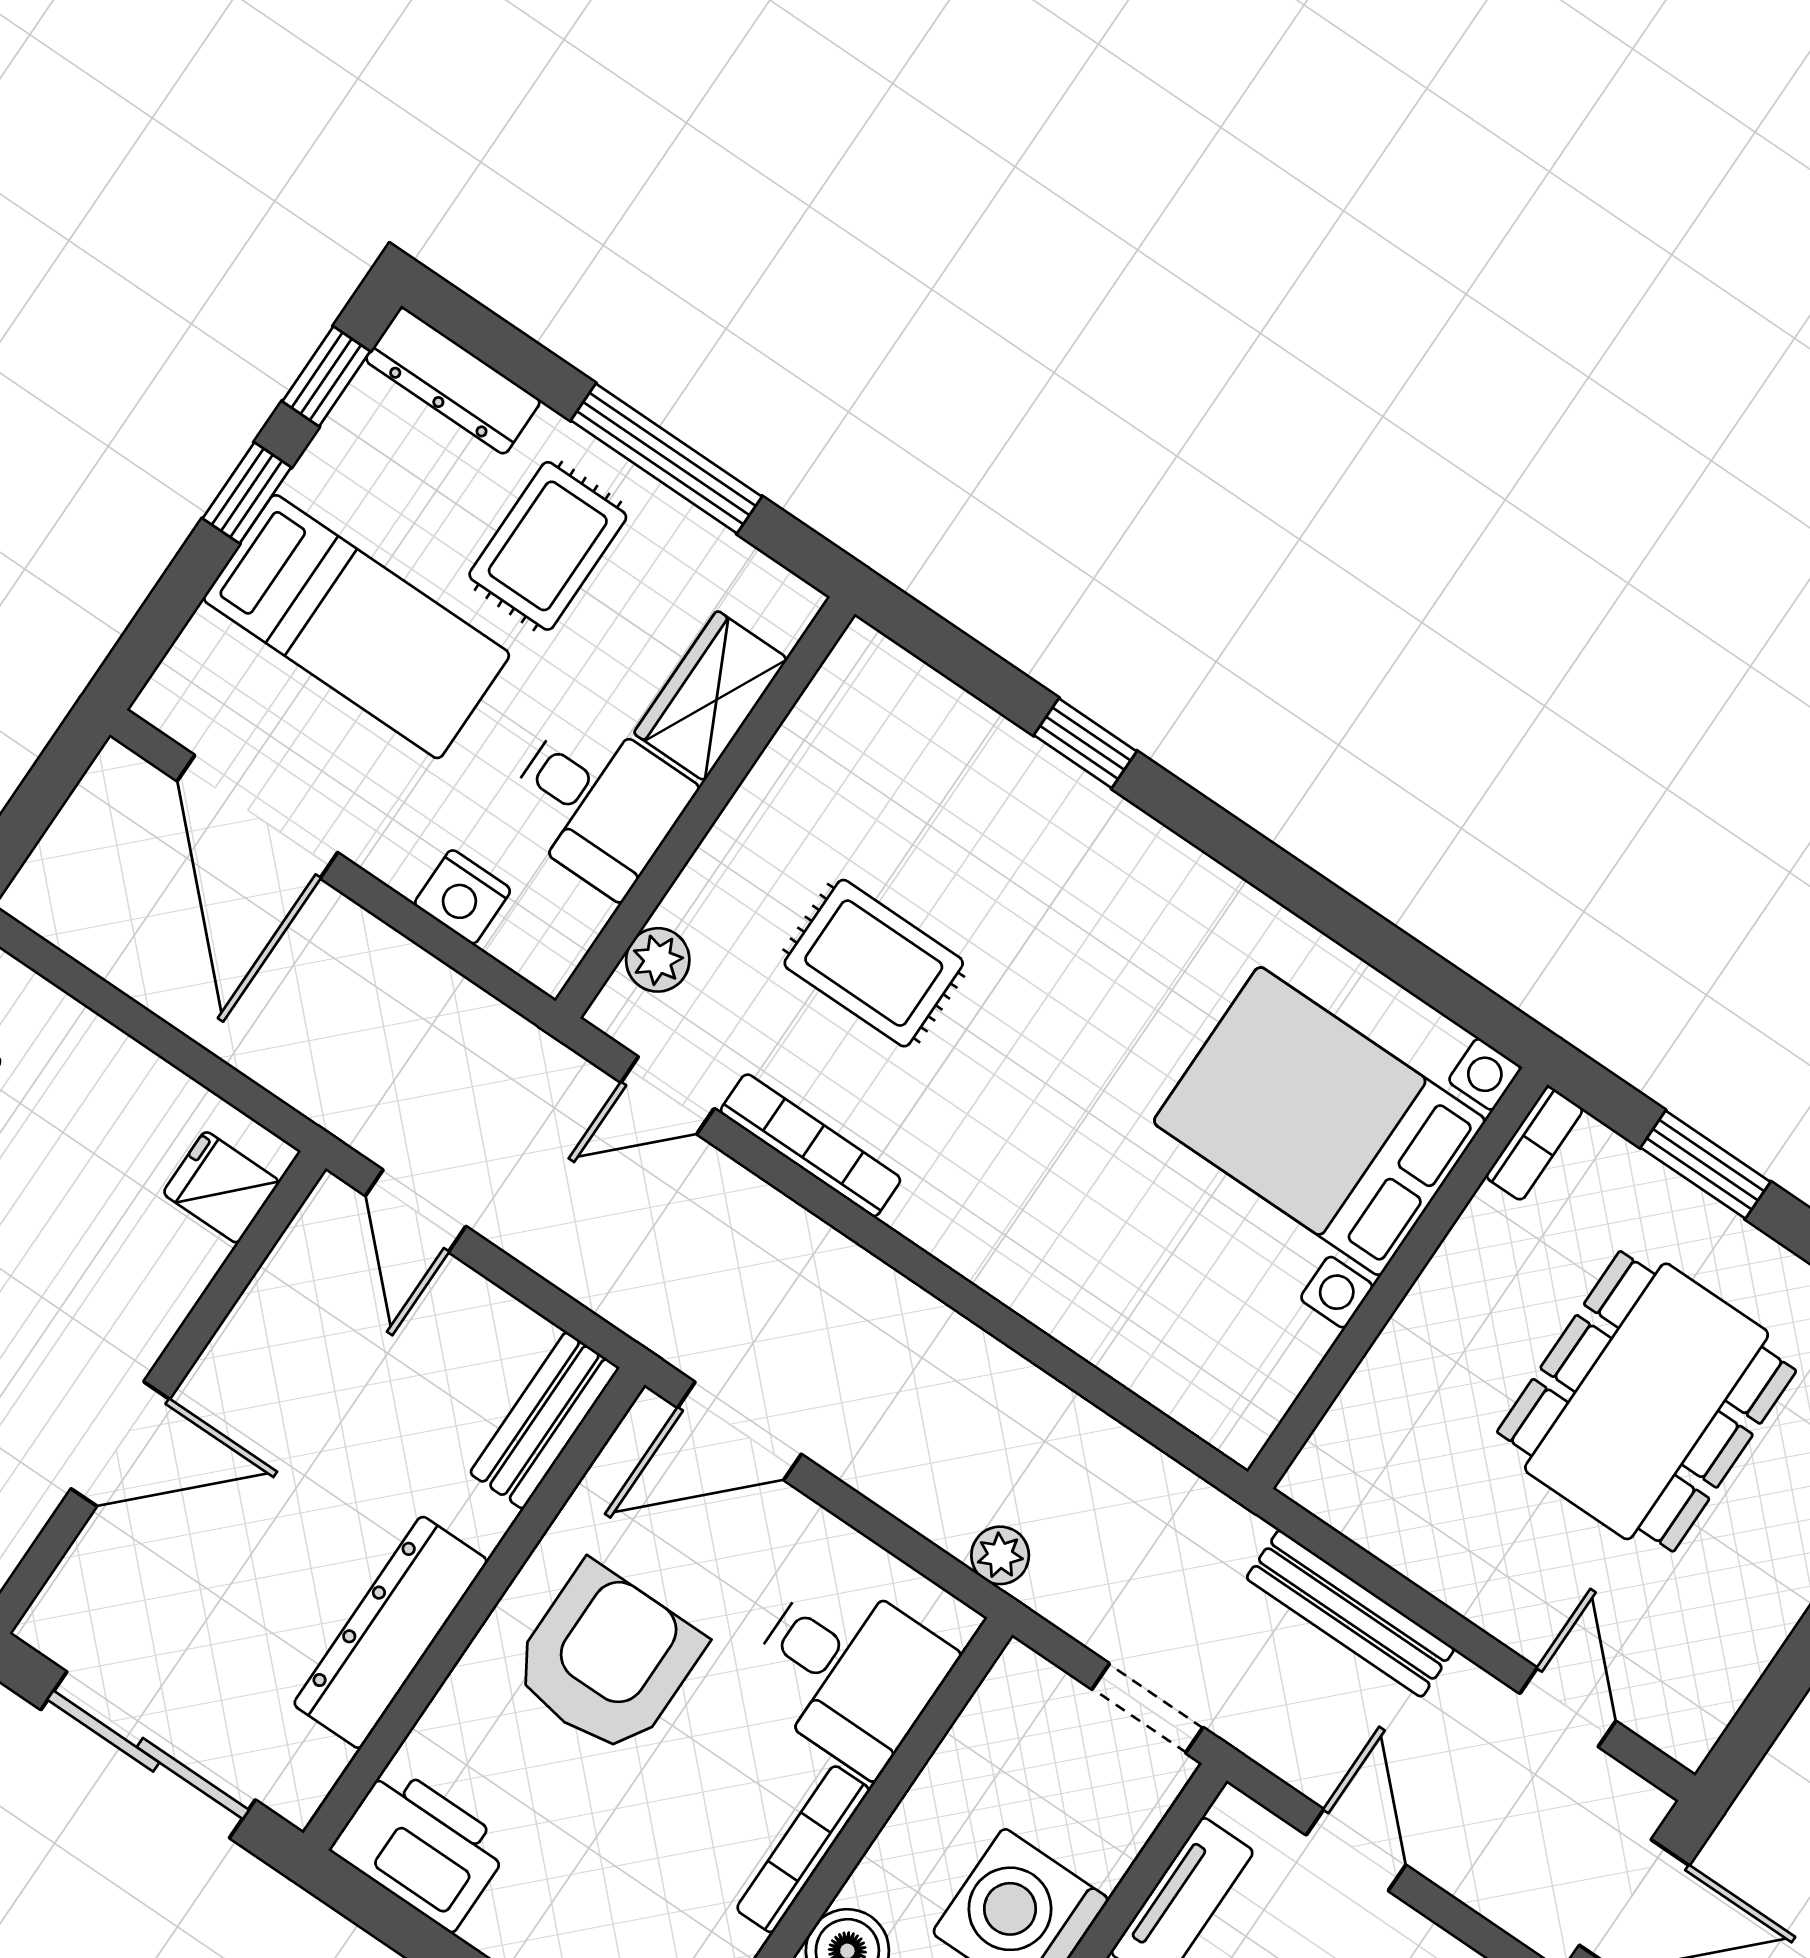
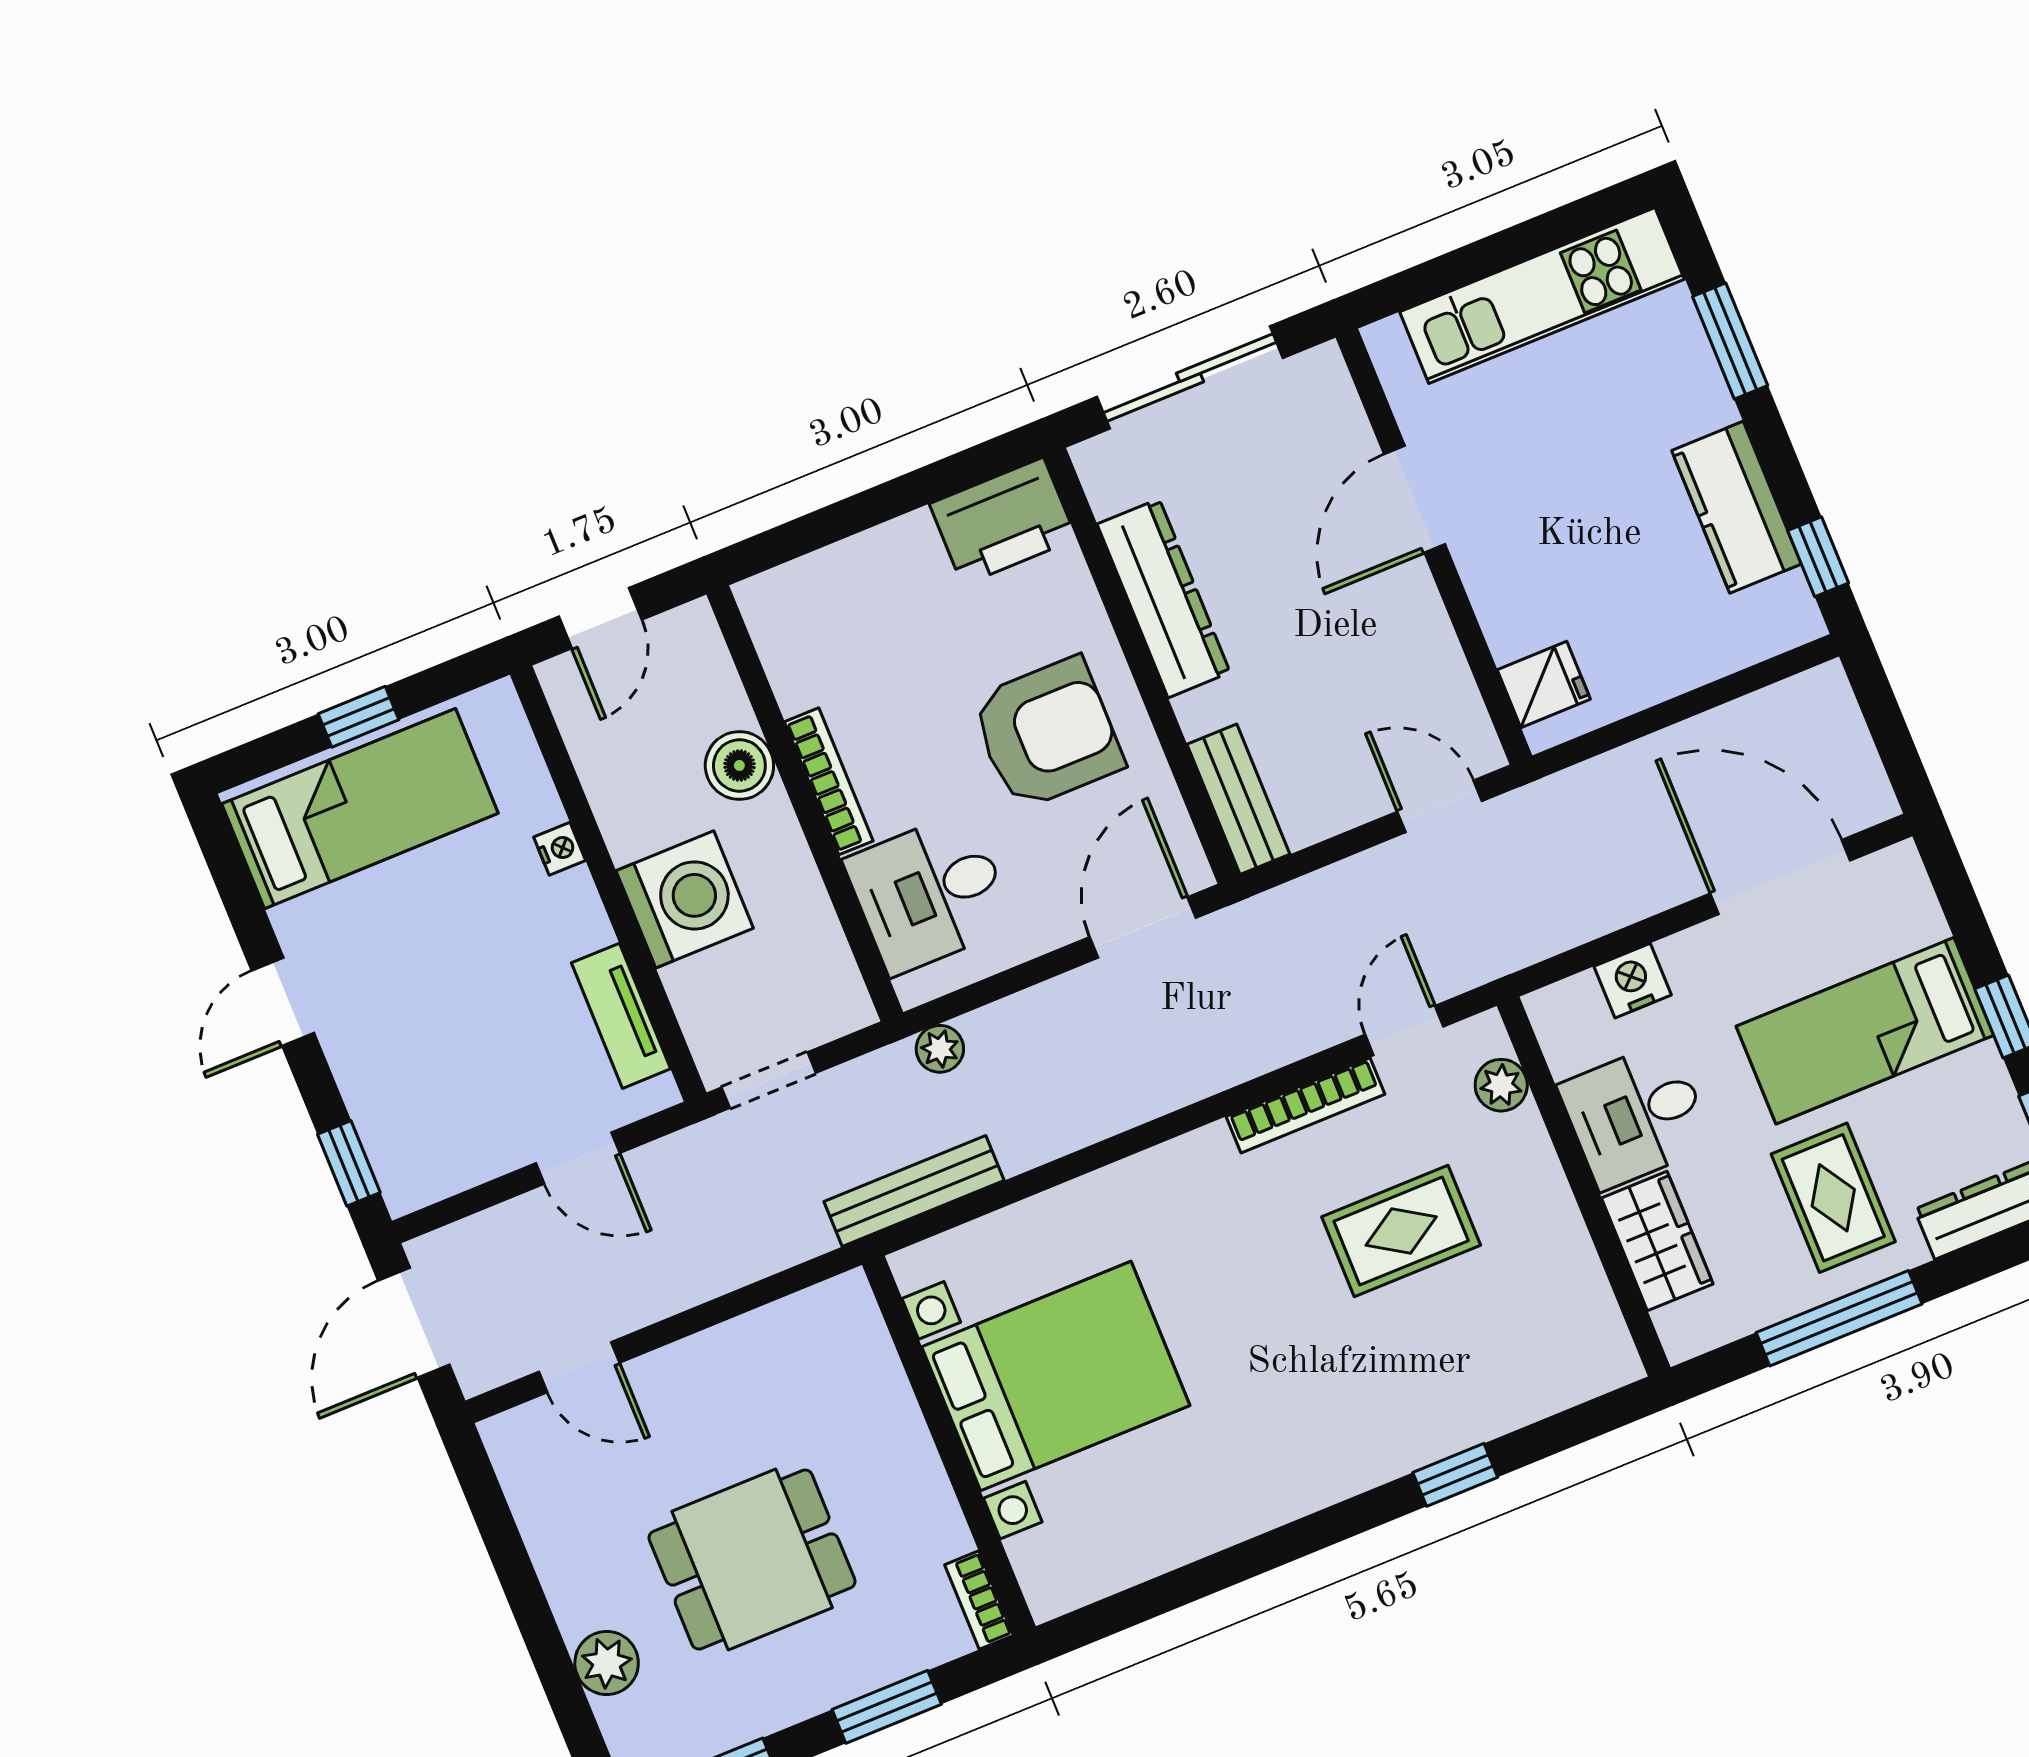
bed with nightstands: (1319, 1121) -> (1056, 1376), moved
dining table: (1647, 1401) -> (752, 1560), width x0.73
bench: (1350, 1613) -> (914, 1191), moved
armchair: (607, 1660) -> (1047, 733), turned -90

